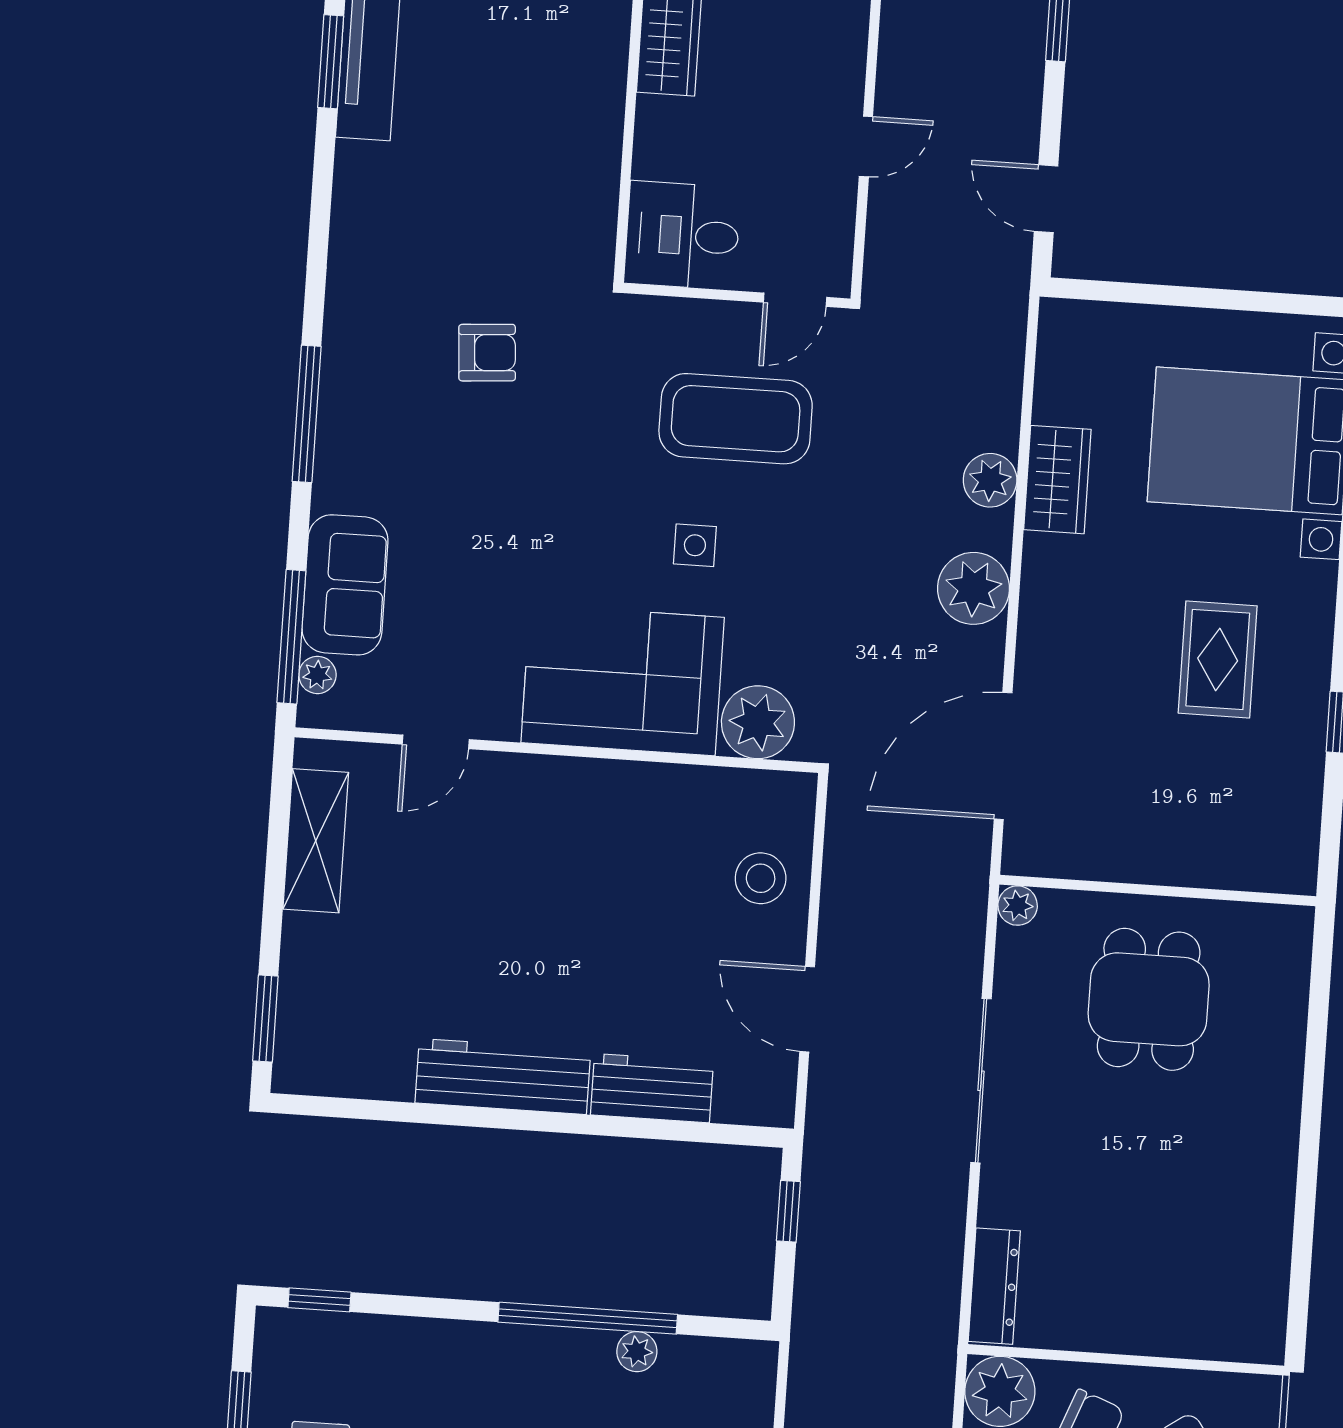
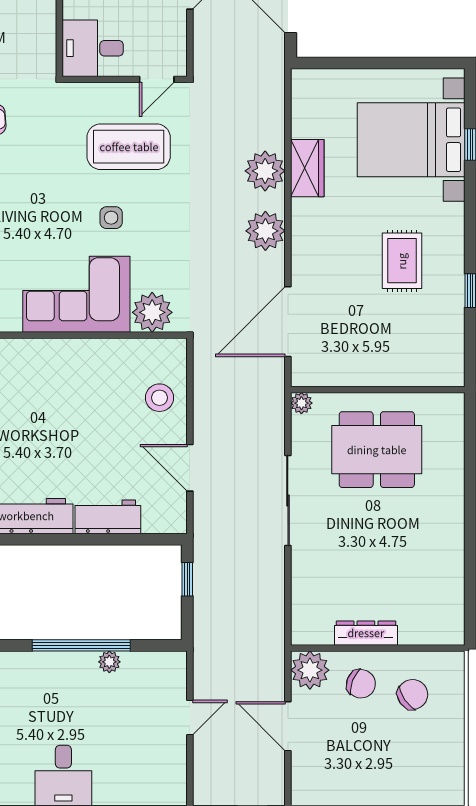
plant: (990, 480) -> (265, 171), width x1.36, depth x1.36
dining table: (1149, 999) -> (377, 450), width x1.38
dresser: (994, 1286) -> (366, 633), moved, turned -90

